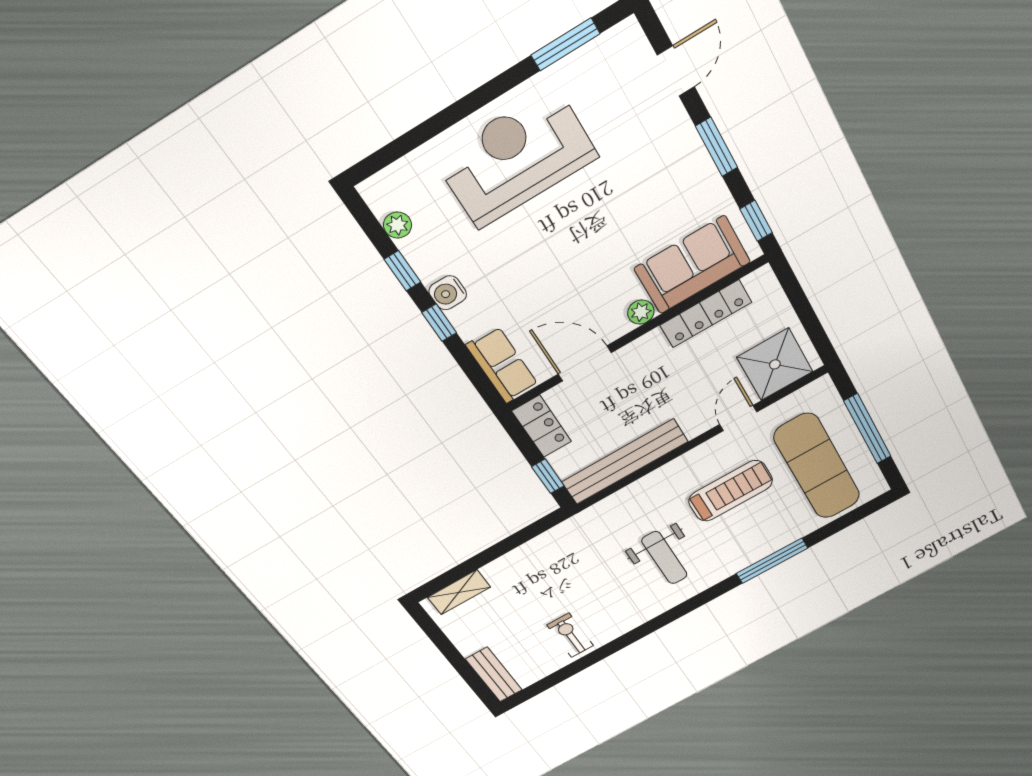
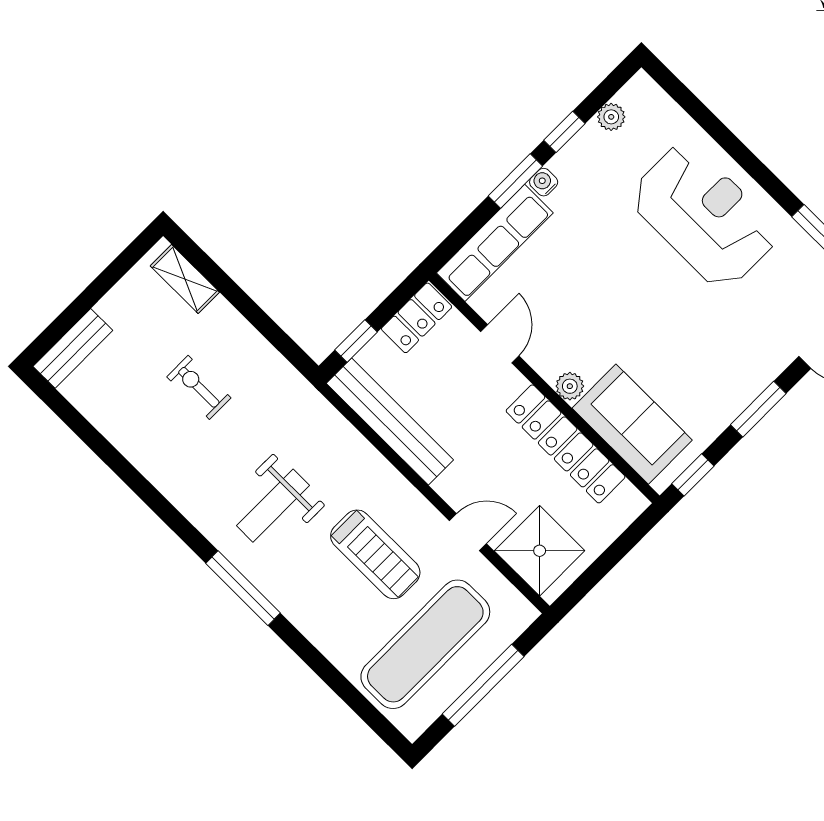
water cooler: (448, 293) -> (544, 182), width x0.72, depth x0.72
locker: (706, 314) -> (566, 444), width x1.41, depth x1.21
window: (439, 323) -> (515, 181), width x1.50
door: (585, 363) -> (500, 344), width x0.73
row of seats: (502, 365) -> (495, 243), width x1.48
window: (772, 561) -> (243, 588), moved
exercise bike: (570, 635) -> (199, 387), moved, turned -90

